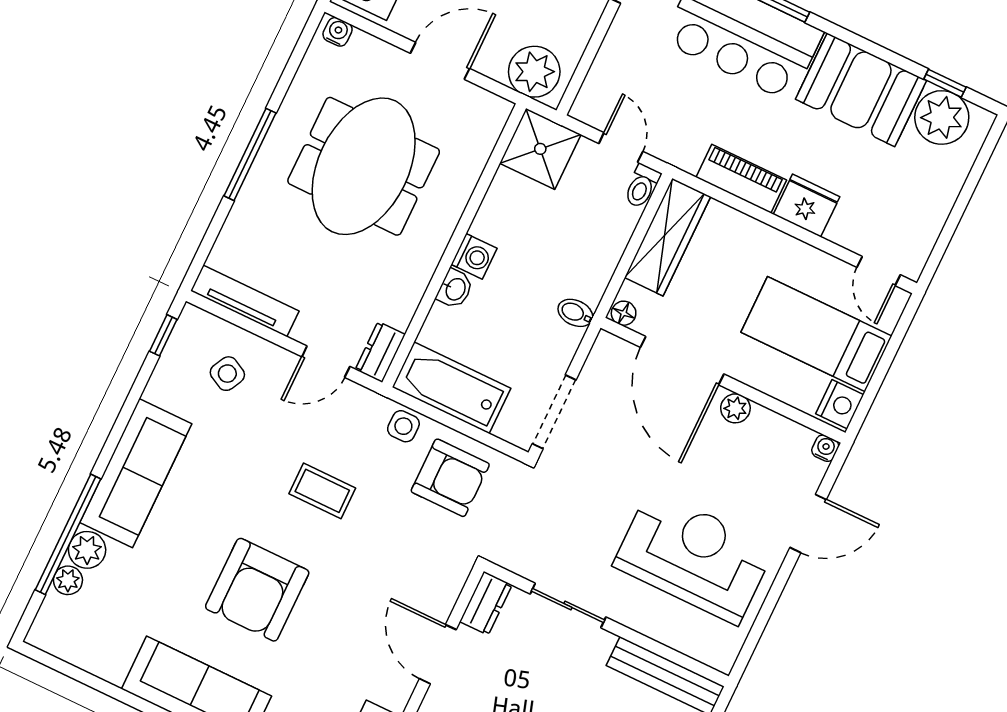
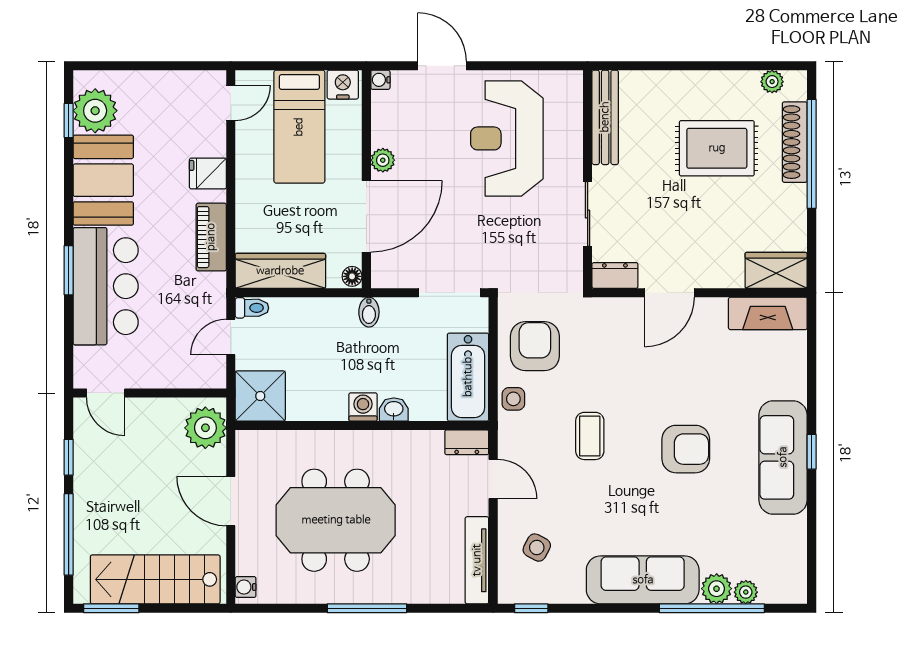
fridge: (807, 206) -> (208, 173), width x0.72
armchair: (257, 590) -> (686, 449), width x0.73, depth x0.73

